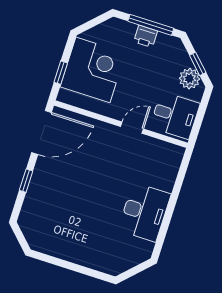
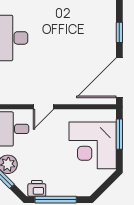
printer: (146, 36) -> (37, 188), moved
window: (61, 73) -> (119, 134), width x1.50

